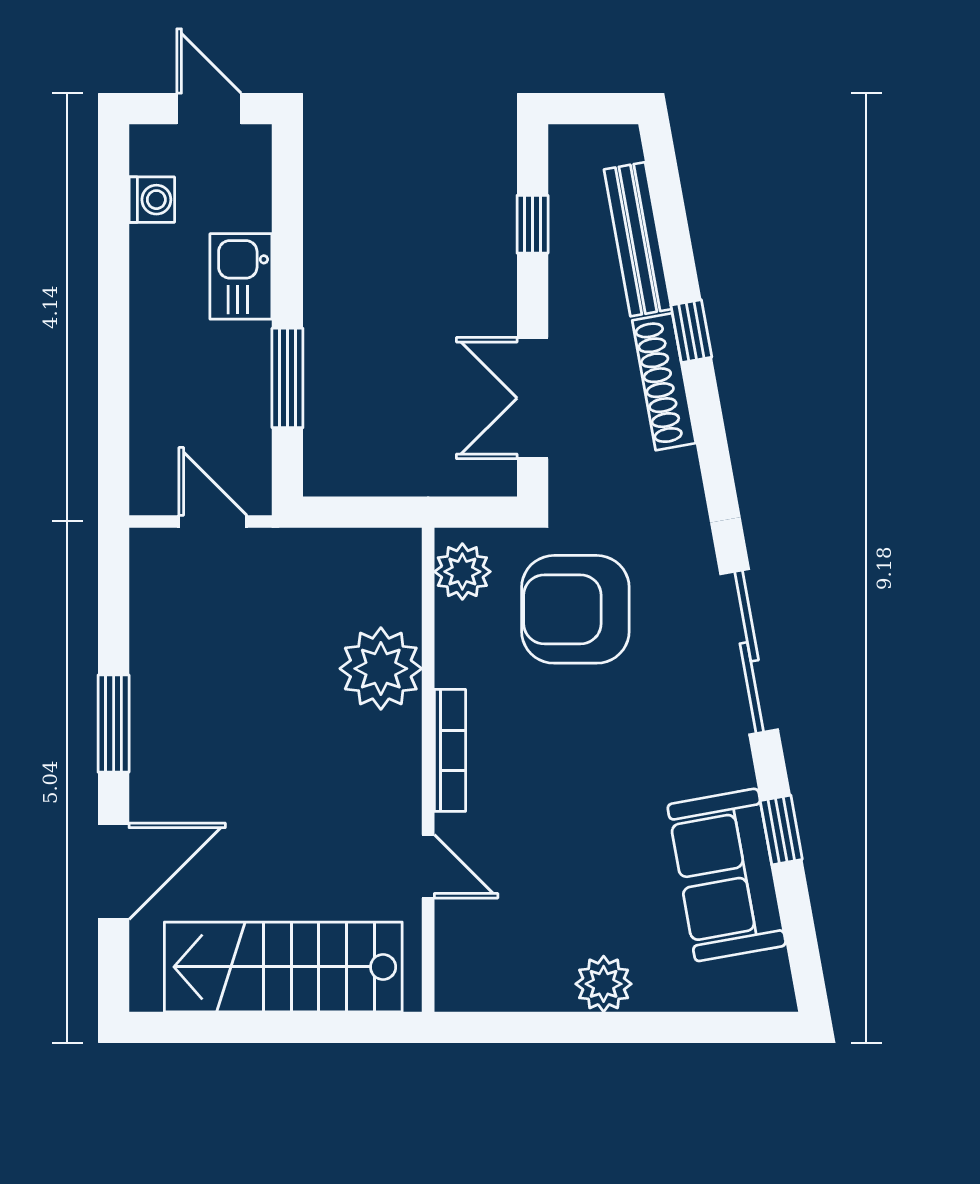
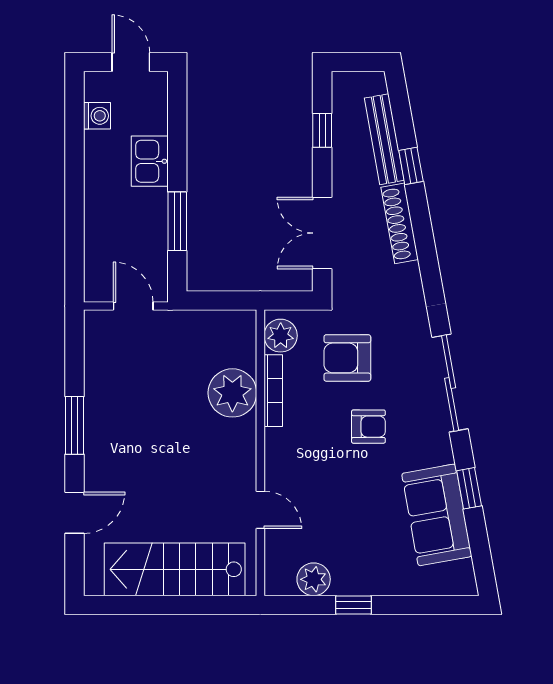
window: (691, 331) -> (411, 166), moved
armchair: (575, 609) -> (347, 358), width x0.73, depth x0.73
armchair: (611, 725) -> (368, 427), added
bookcase: (450, 750) -> (273, 391), moved
door: (114, 871) -> (74, 513), width x0.73
plant: (604, 984) -> (314, 579), moved
window: (586, 1027) -> (353, 605), added

